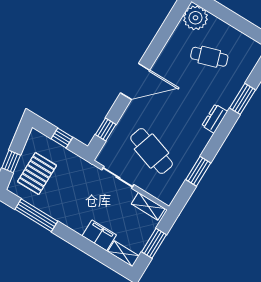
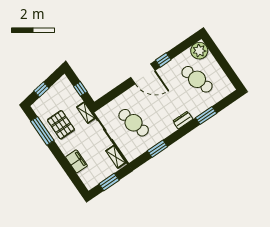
cafe table: (209, 57) -> (197, 79), width x1.37, depth x1.35
window: (106, 130) -> (163, 60), moved
cafe table: (152, 151) -> (134, 123), turned -33
pallet: (37, 174) -> (61, 125), moved, turned 90
shelving: (123, 254) -> (86, 113), moved

